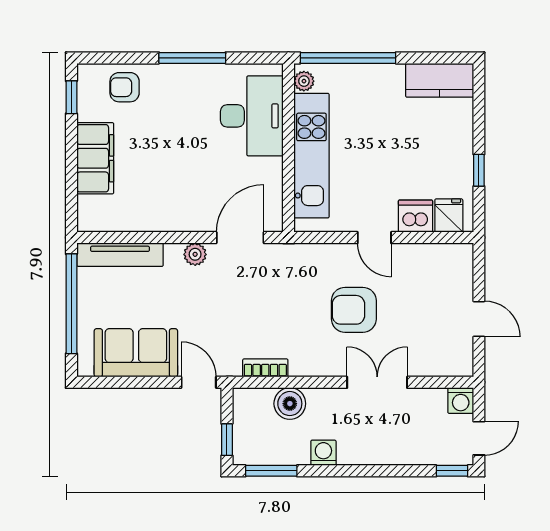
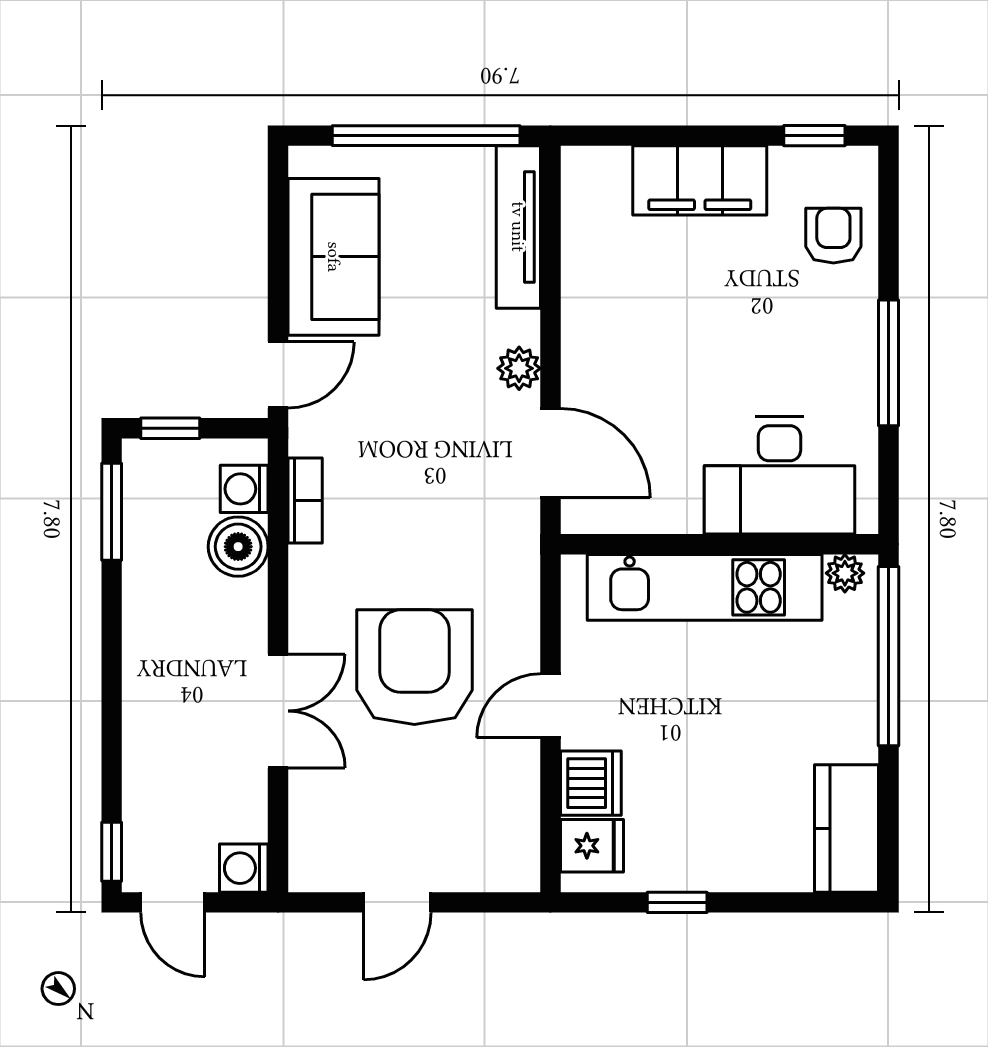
armchair: (354, 310) -> (414, 667), width x1.36, depth x1.36
washing machine: (323, 453) -> (244, 489), moved, turned 180

